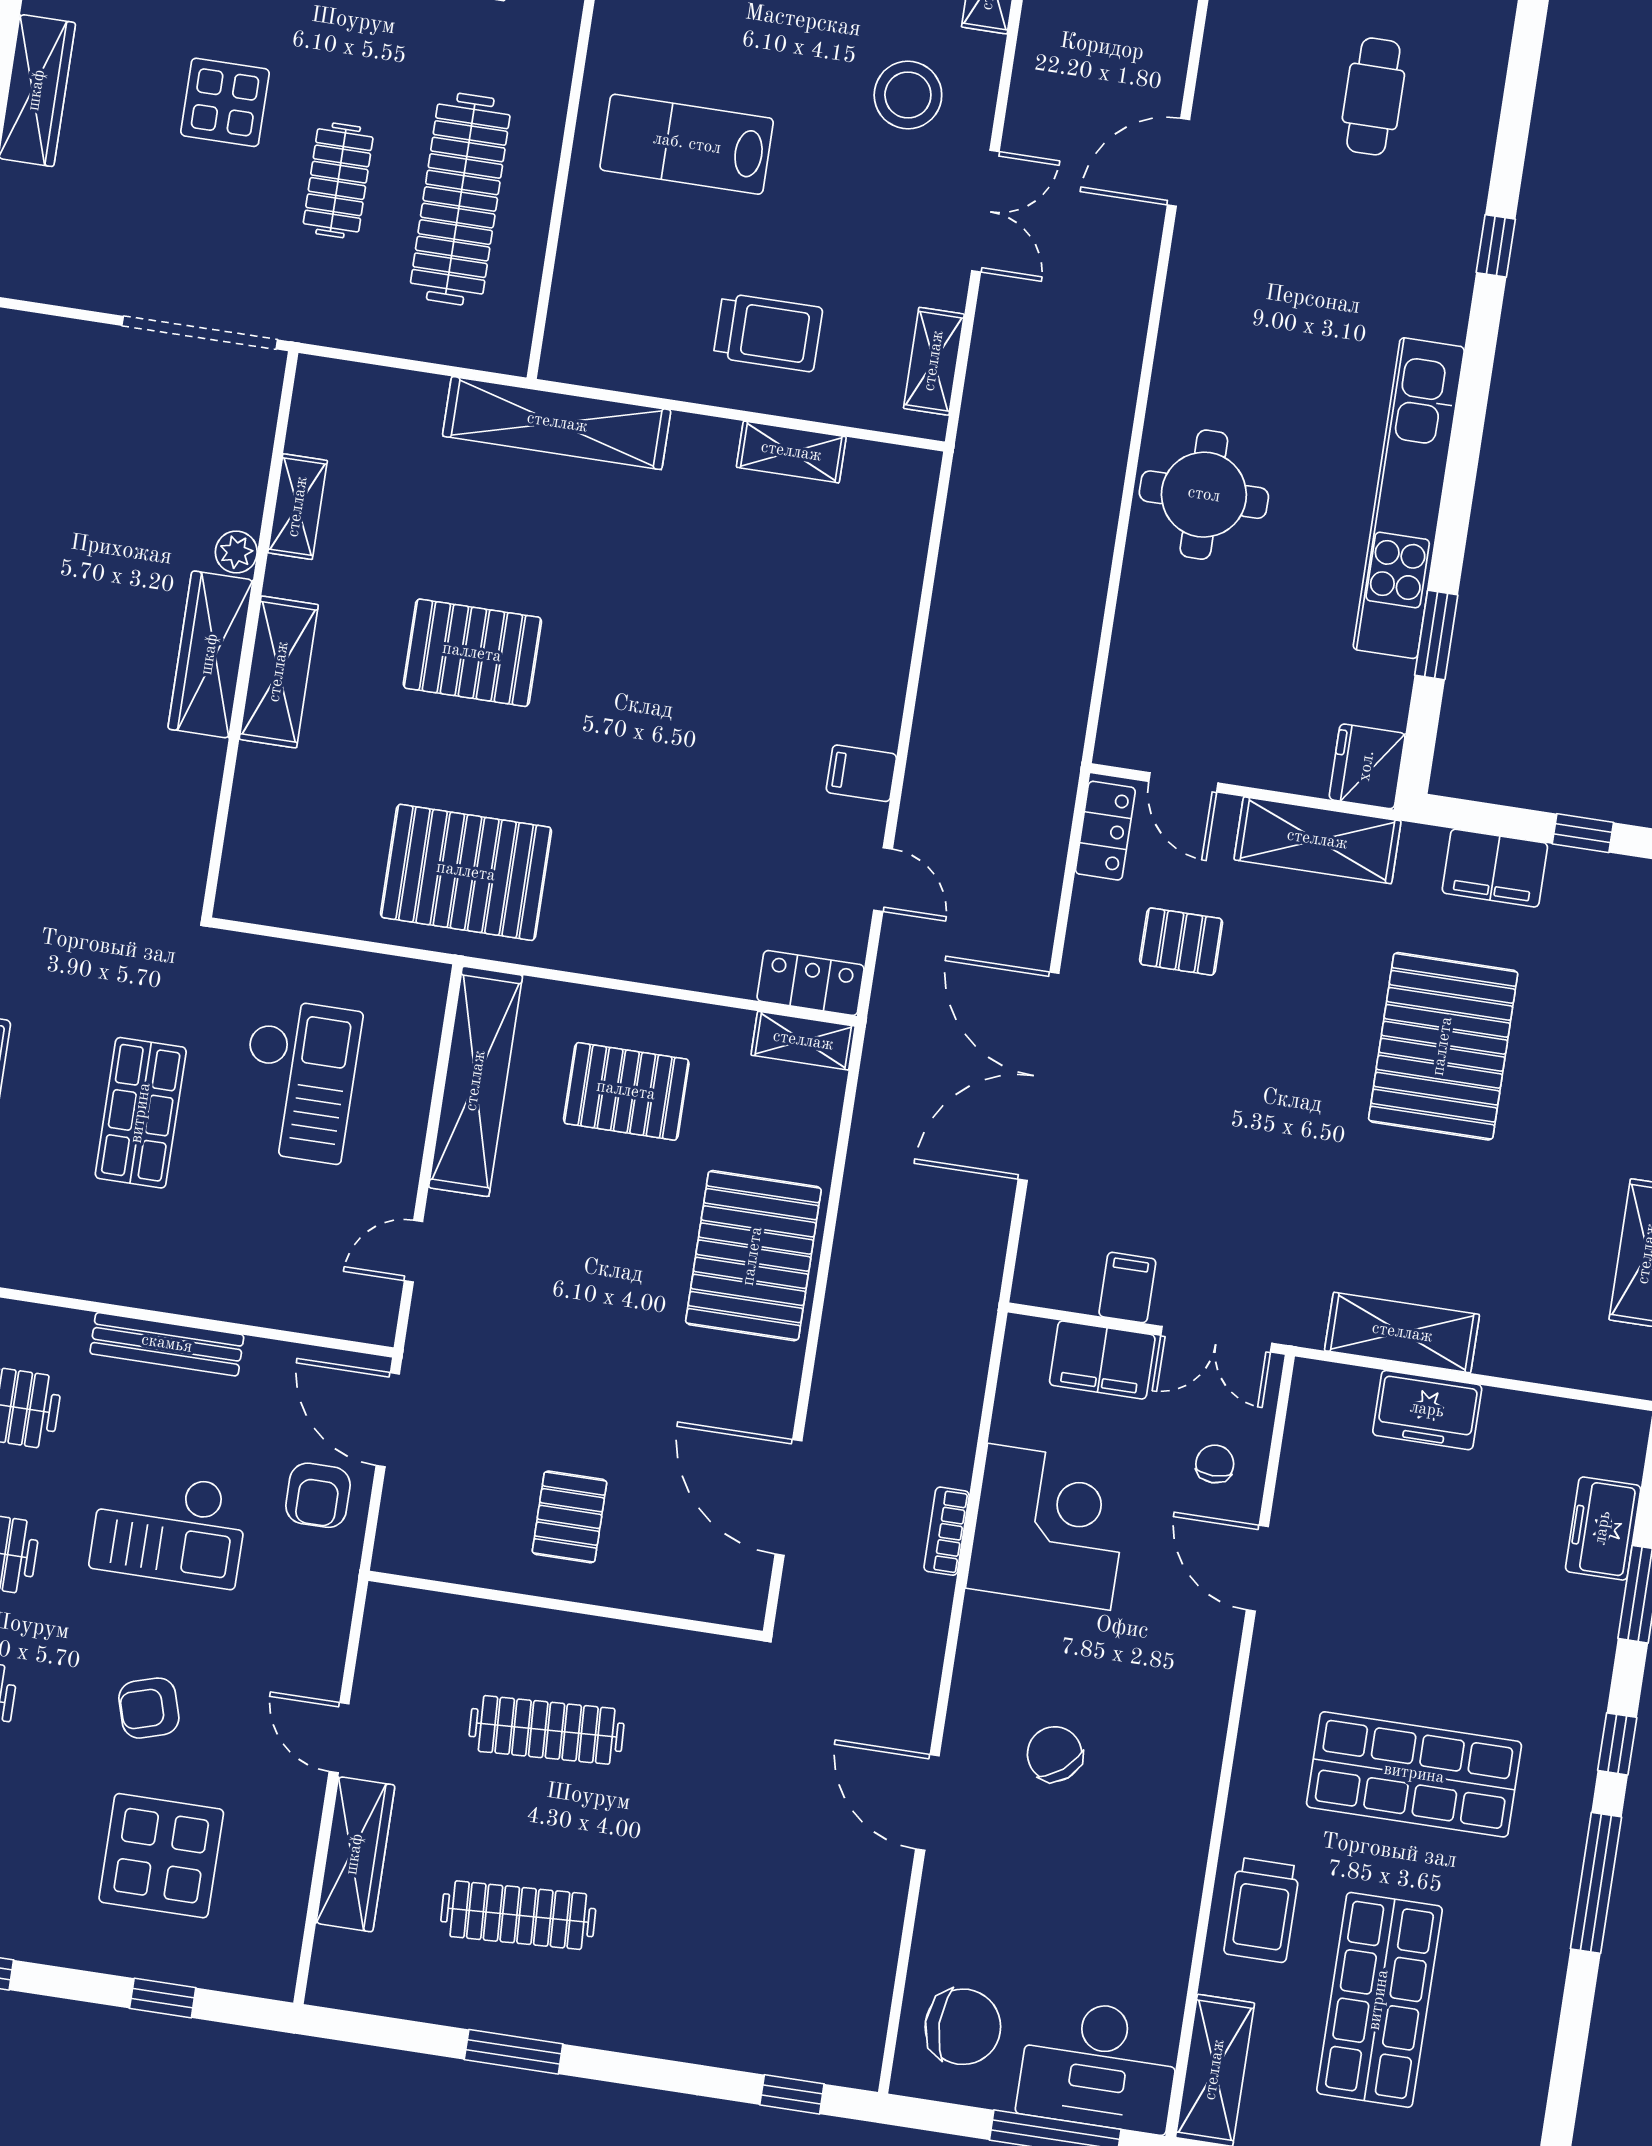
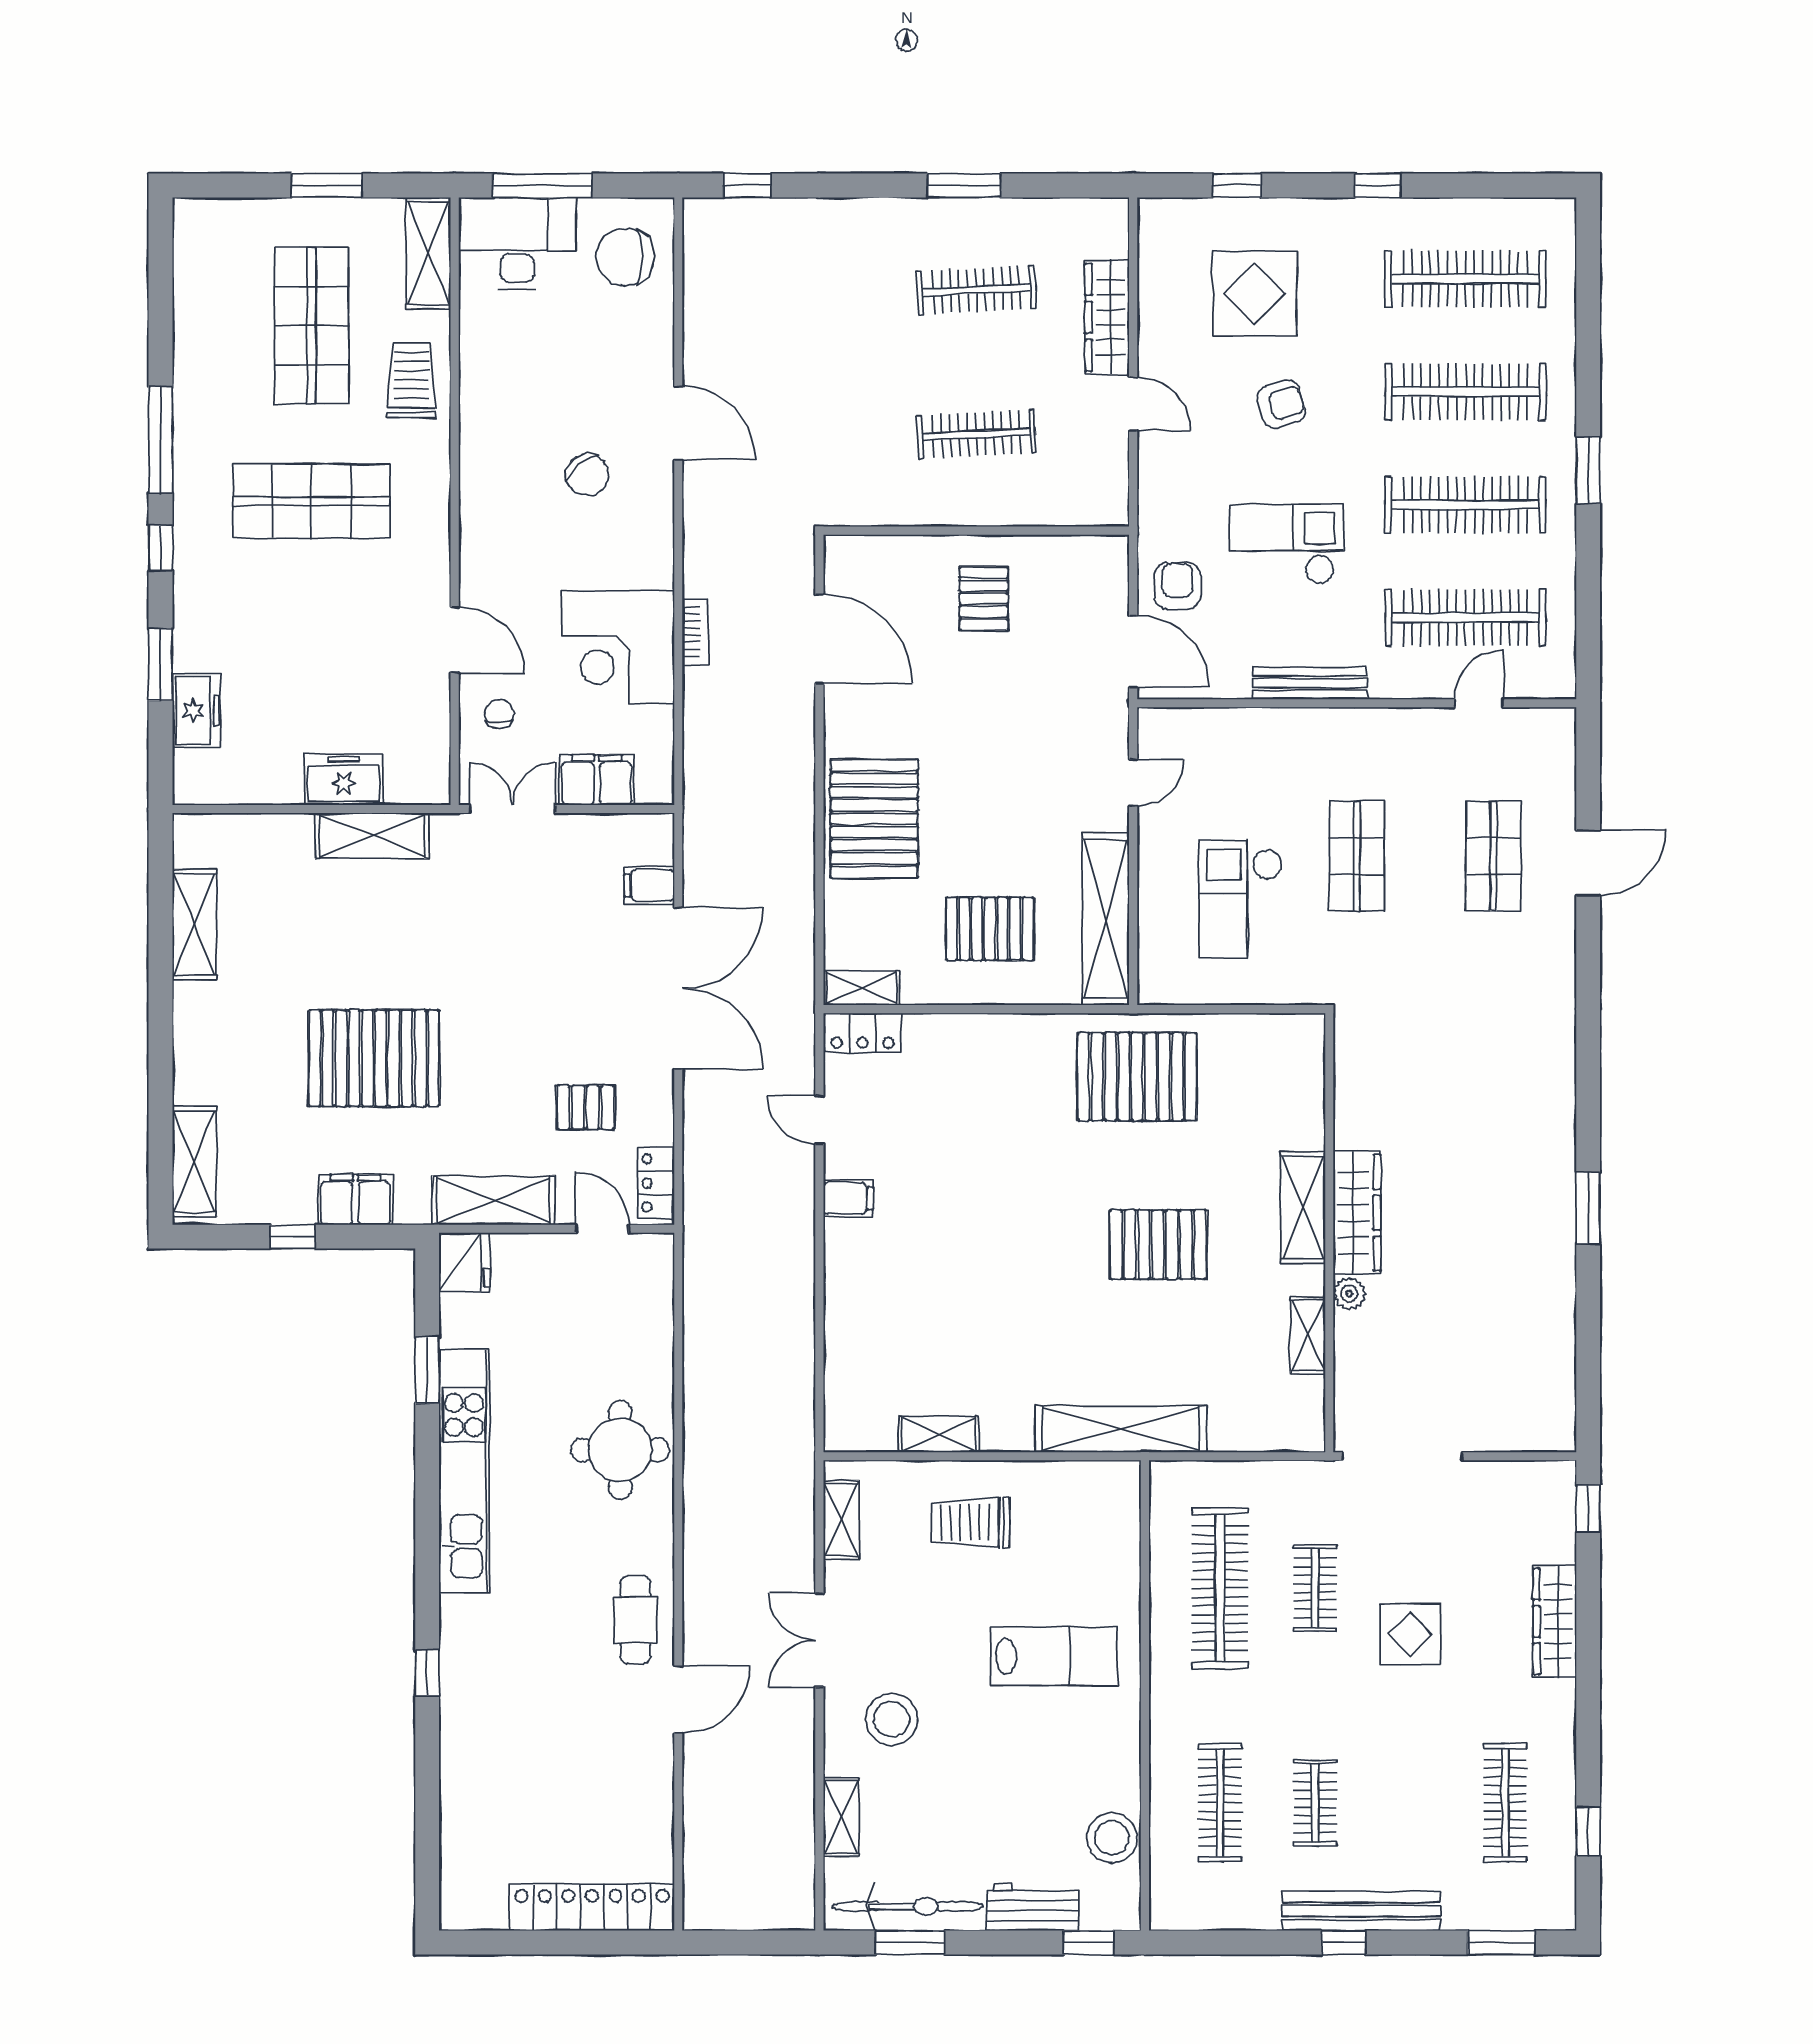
cafe table: (1373, 96) -> (635, 1620), moved
pallet: (1443, 1046) -> (374, 1058), turned 90
filing cabinet: (1127, 1288) -> (649, 885), moved, turned 90
chair: (1215, 1464) -> (499, 714), turned 180

